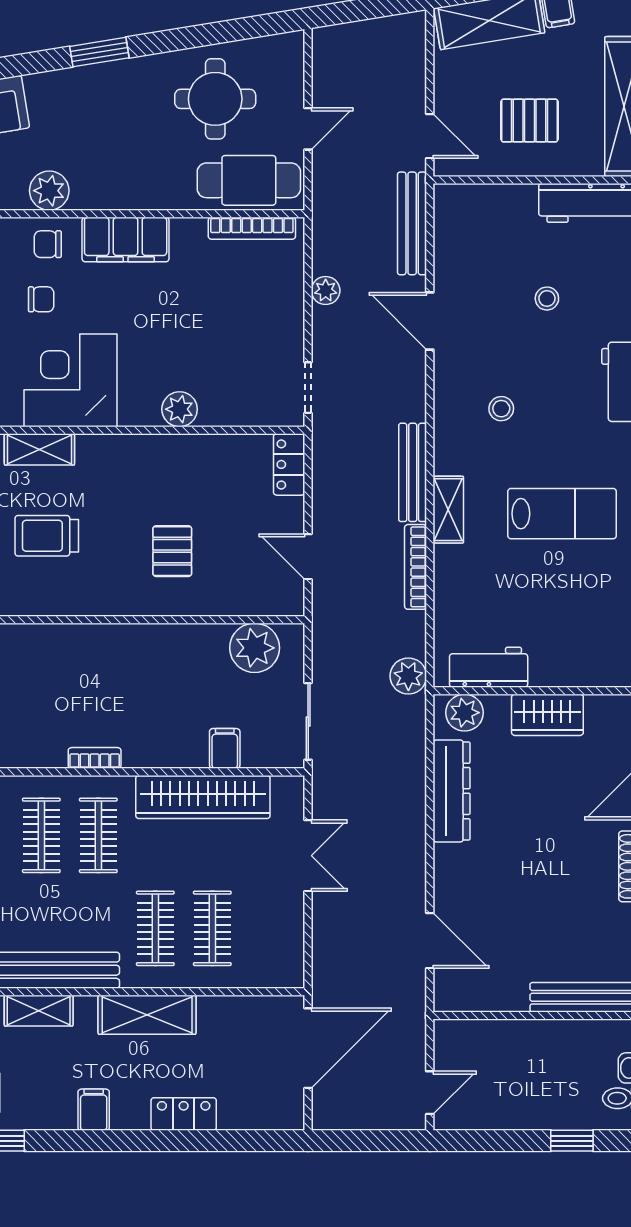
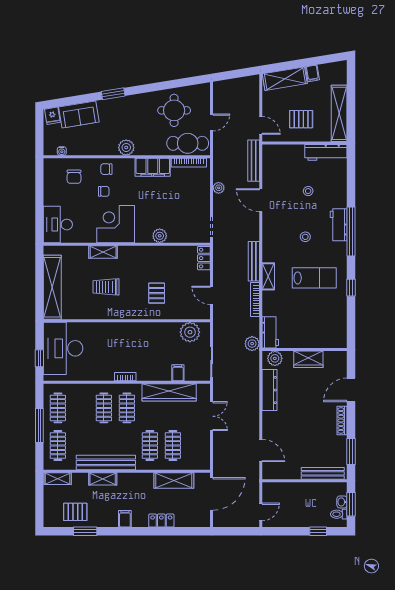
window: (99, 52) -> (113, 94), moved
plant: (49, 191) -> (126, 147), moved
filing cabinet: (126, 240) -> (153, 167), moved
stool: (501, 409) -> (305, 237), moved
workbench: (489, 667) -> (270, 332), moved, turned 90
shelving: (147, 1015) -> (174, 480), moved

